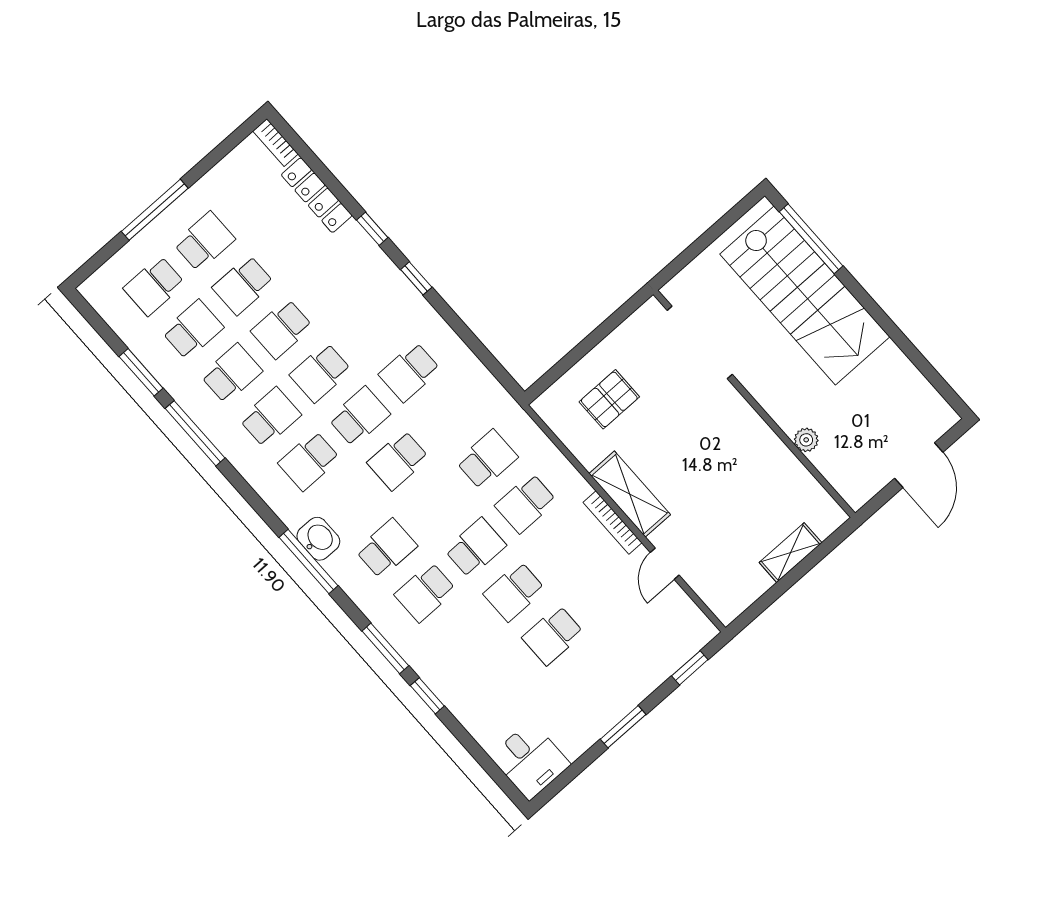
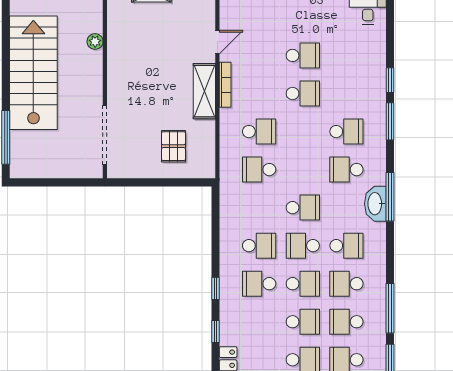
stairs: (805, 295) -> (33, 73), moved
pallet: (609, 399) -> (173, 146), turned 90
washbasin: (318, 539) -> (375, 204), width x1.38
school desk: (475, 548) -> (259, 284), moved

